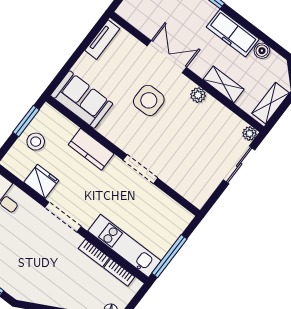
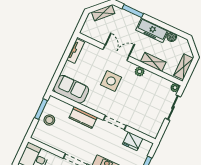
fridge: (41, 181) -> (133, 141), moved, turned 180

